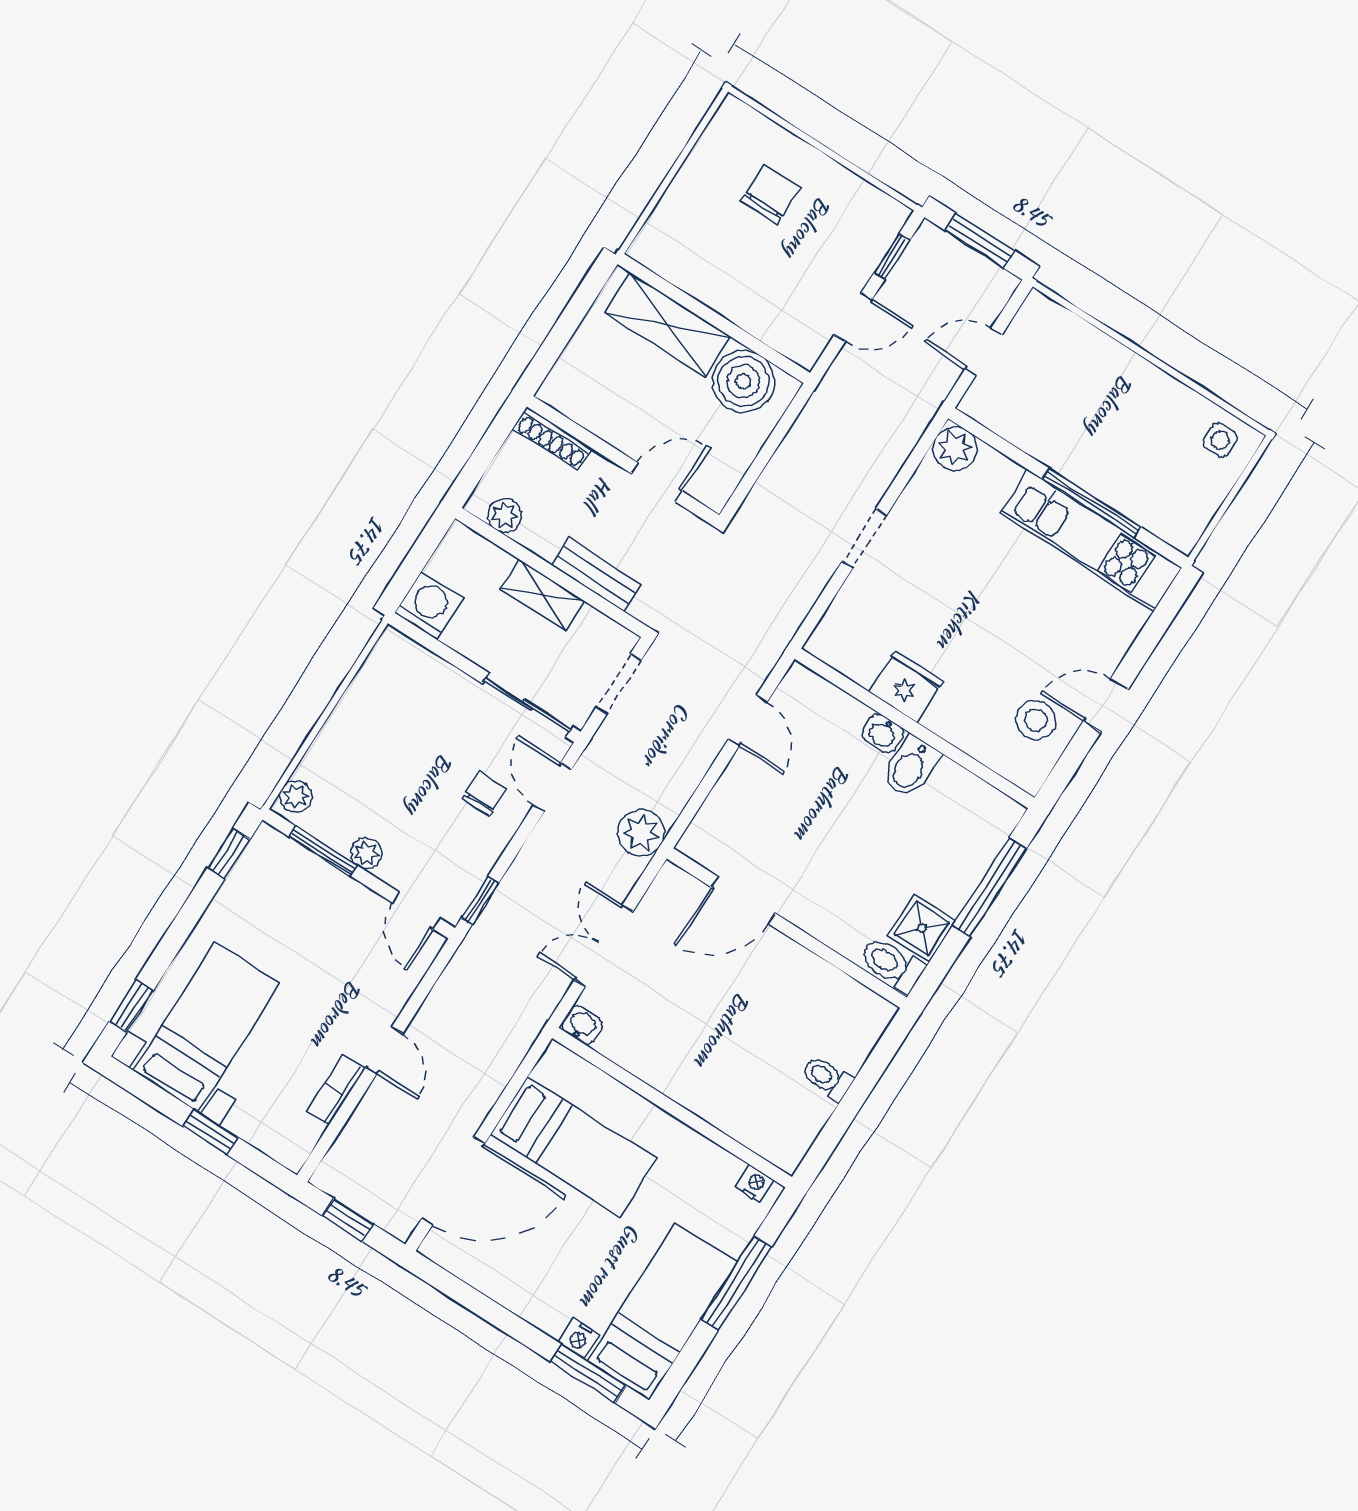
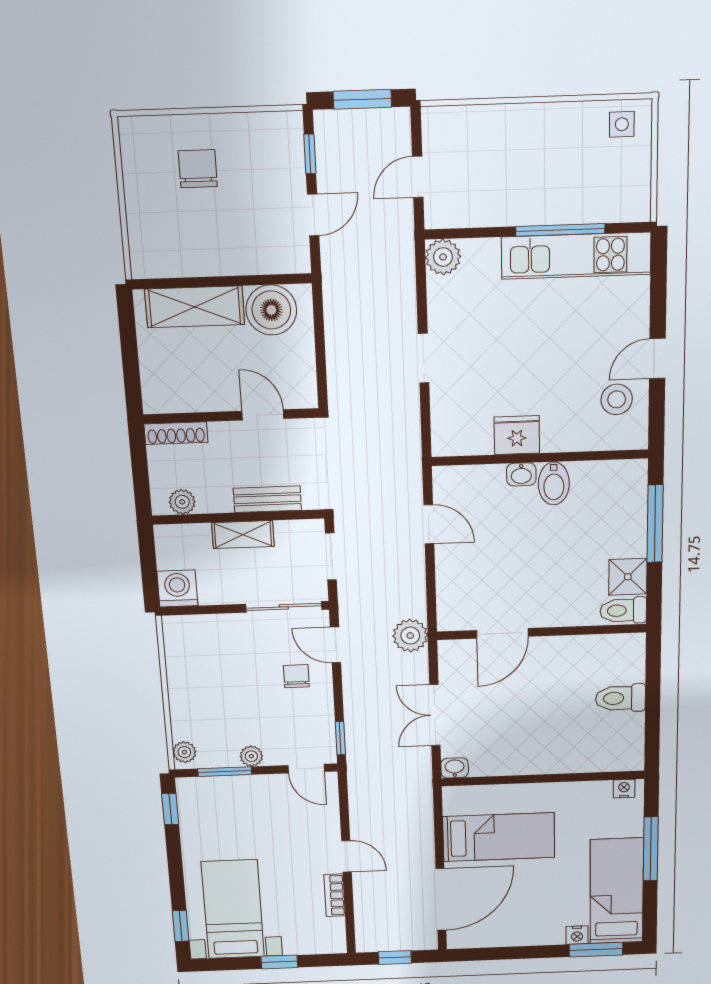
door: (657, 482) -> (263, 415), hinge flipped
toilet: (827, 1078) -> (621, 698), width x1.37, depth x1.39

